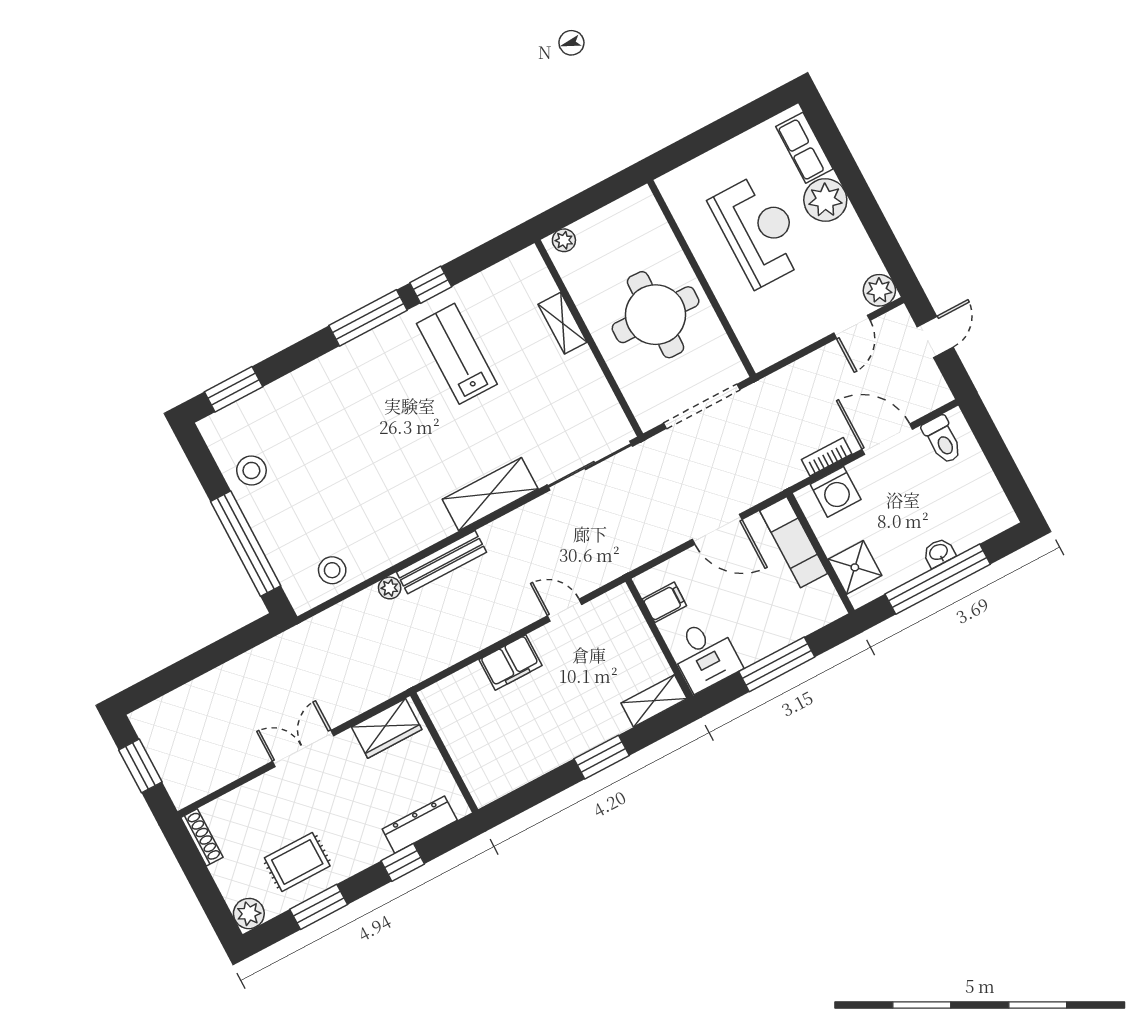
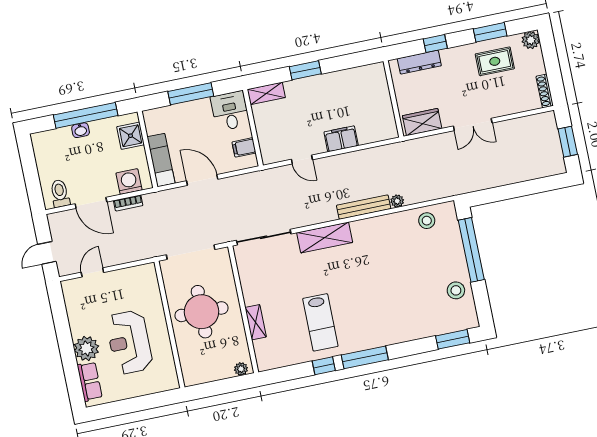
plant: (879, 290) -> (71, 288), removed

